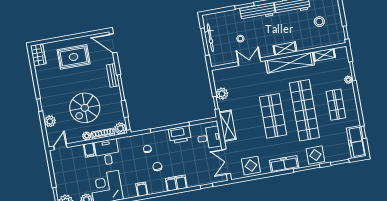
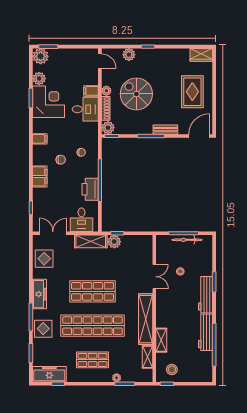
stool: (319, 22) -> (172, 370), moved
shelving: (285, 49) -> (161, 340), moved
plant: (222, 94) -> (114, 242), moved

